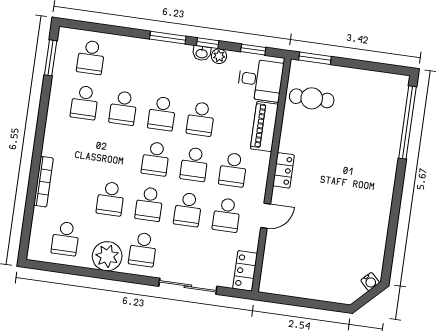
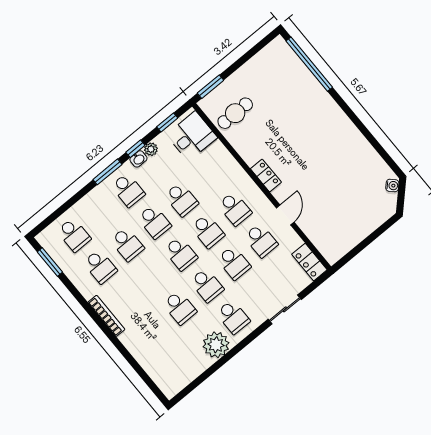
piano: (264, 126) -> (225, 162), removed
bookcase: (44, 182) -> (106, 316), moved
school desk: (65, 239) -> (128, 190), moved
sliding door: (188, 286) -> (285, 309), width x0.73

